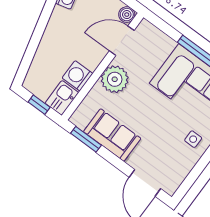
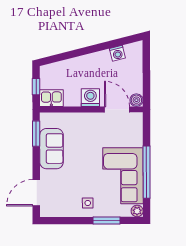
washing machine: (77, 76) -> (90, 98), moved
plant: (115, 79) -> (89, 123), removed

